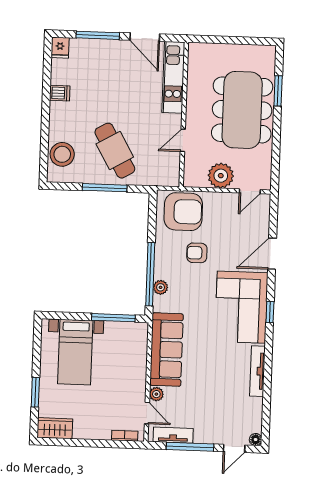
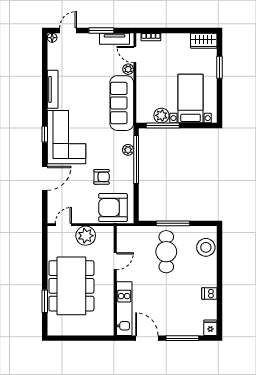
cafe table: (115, 151) -> (166, 252), turned 30
plant: (115, 331) -> (161, 115), added
window: (190, 447) -> (101, 30), width x0.69

